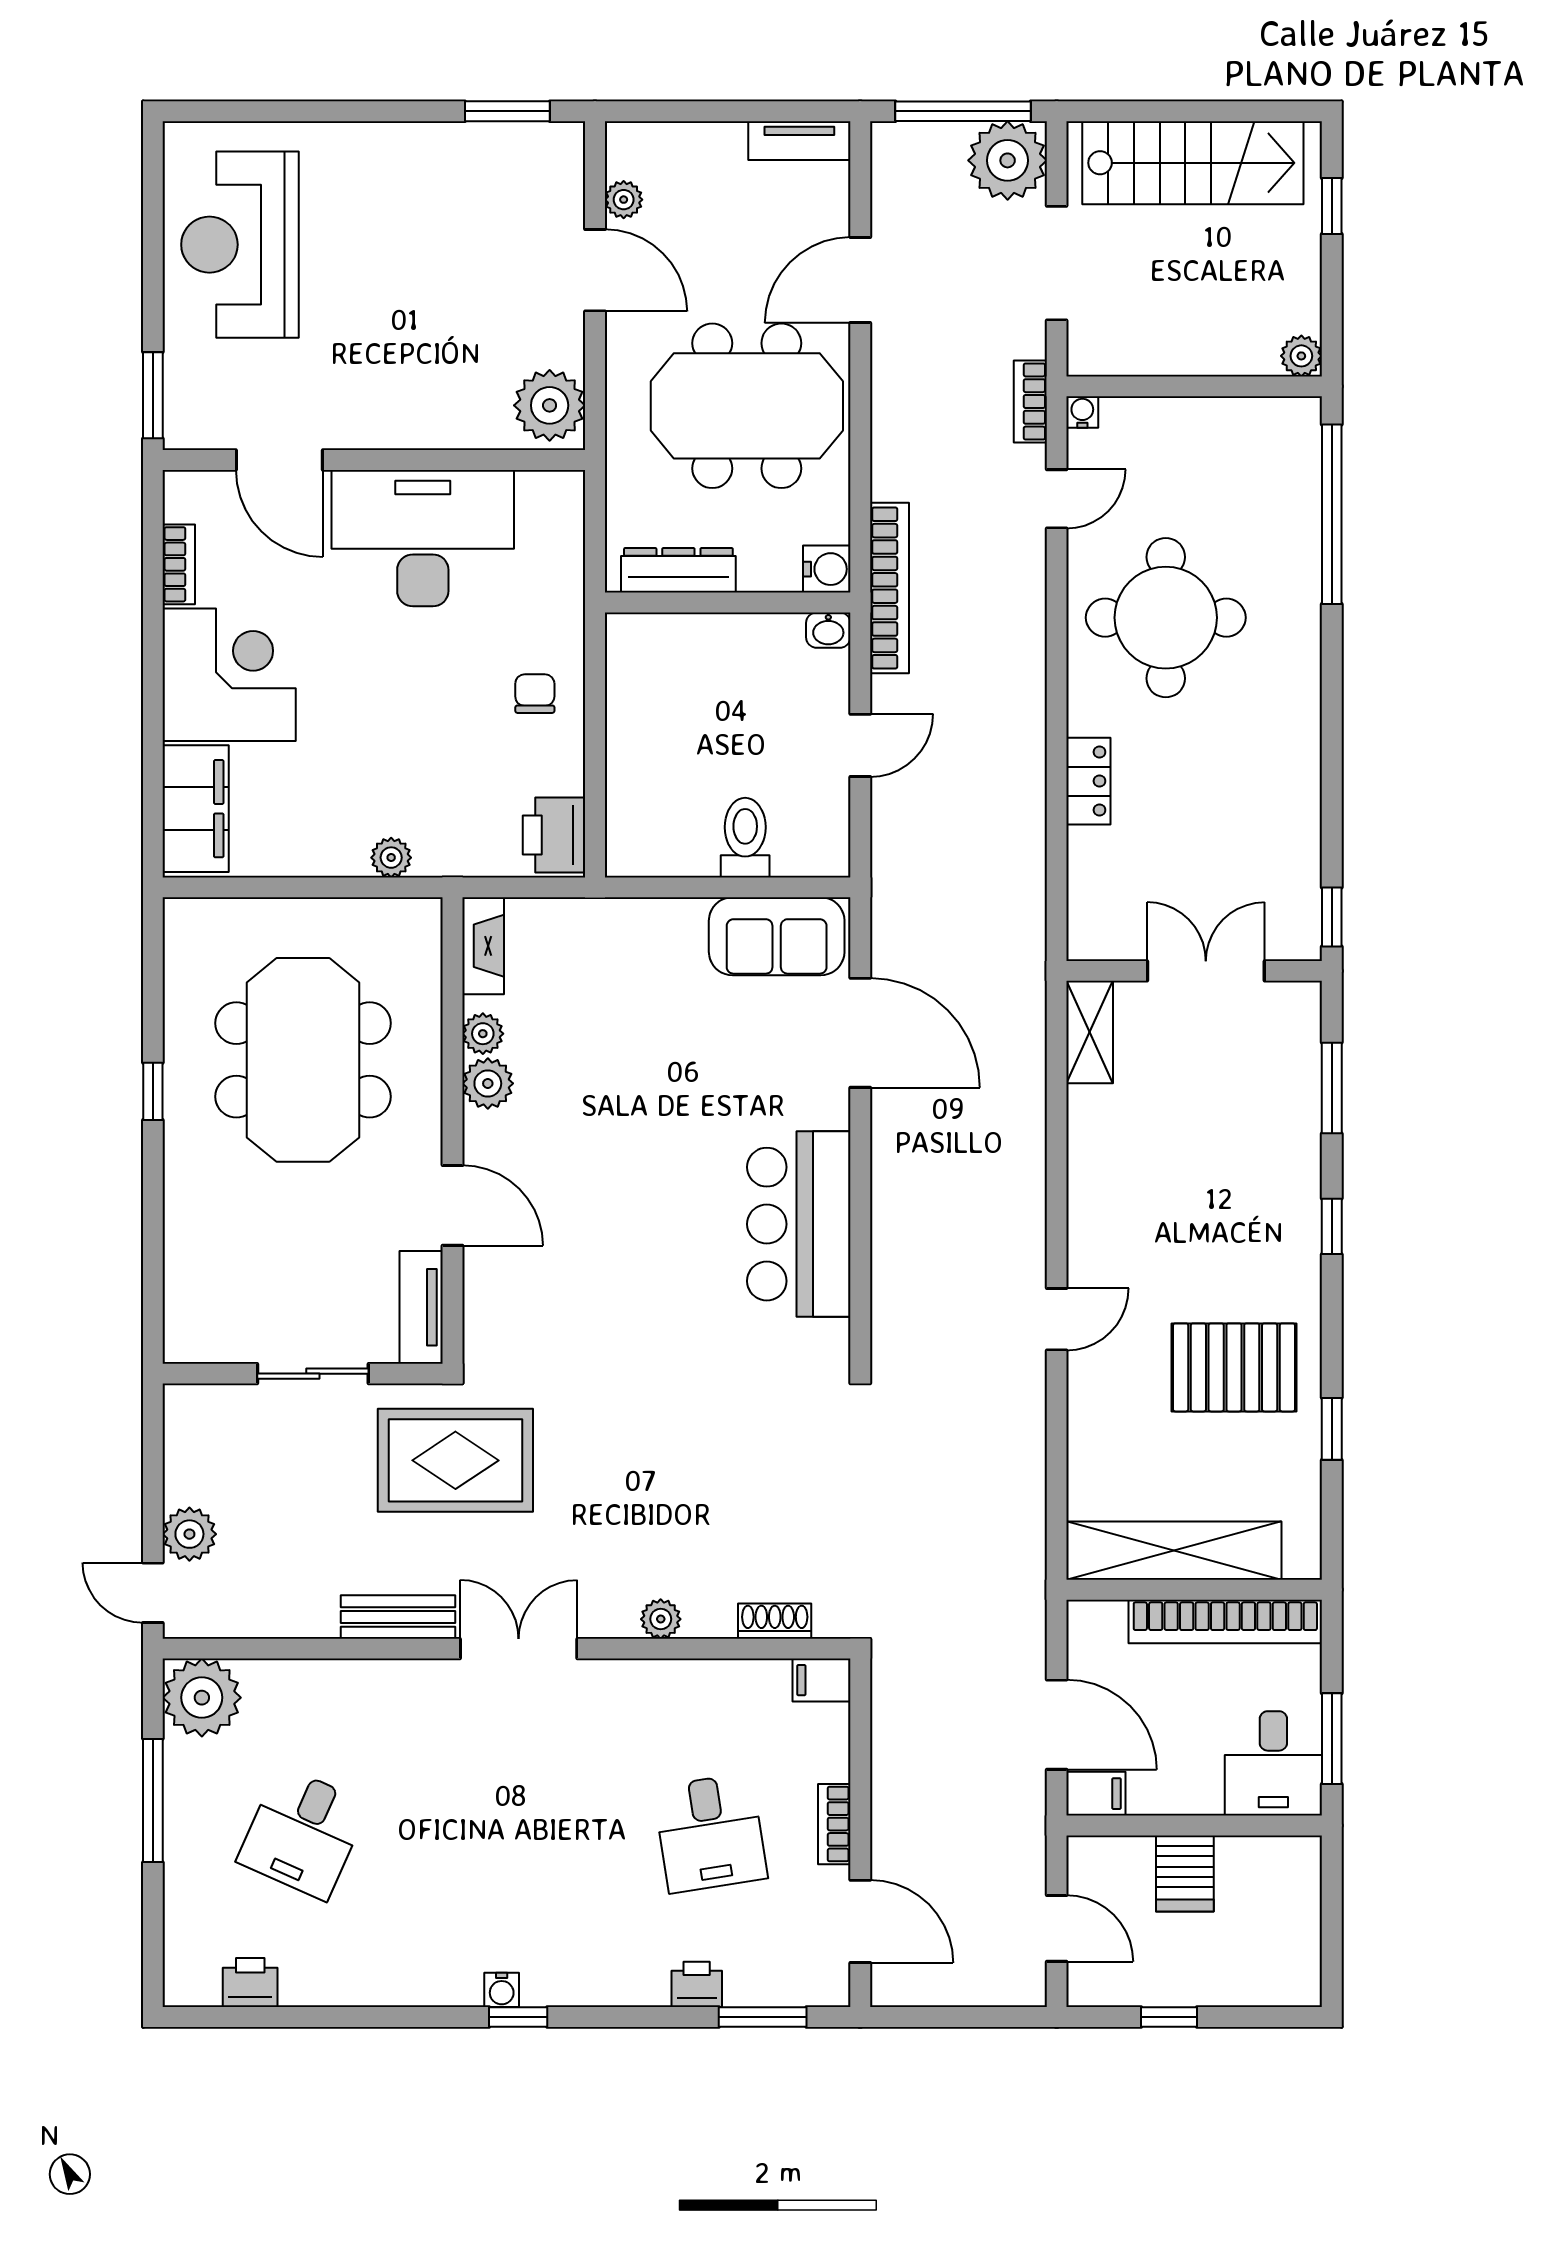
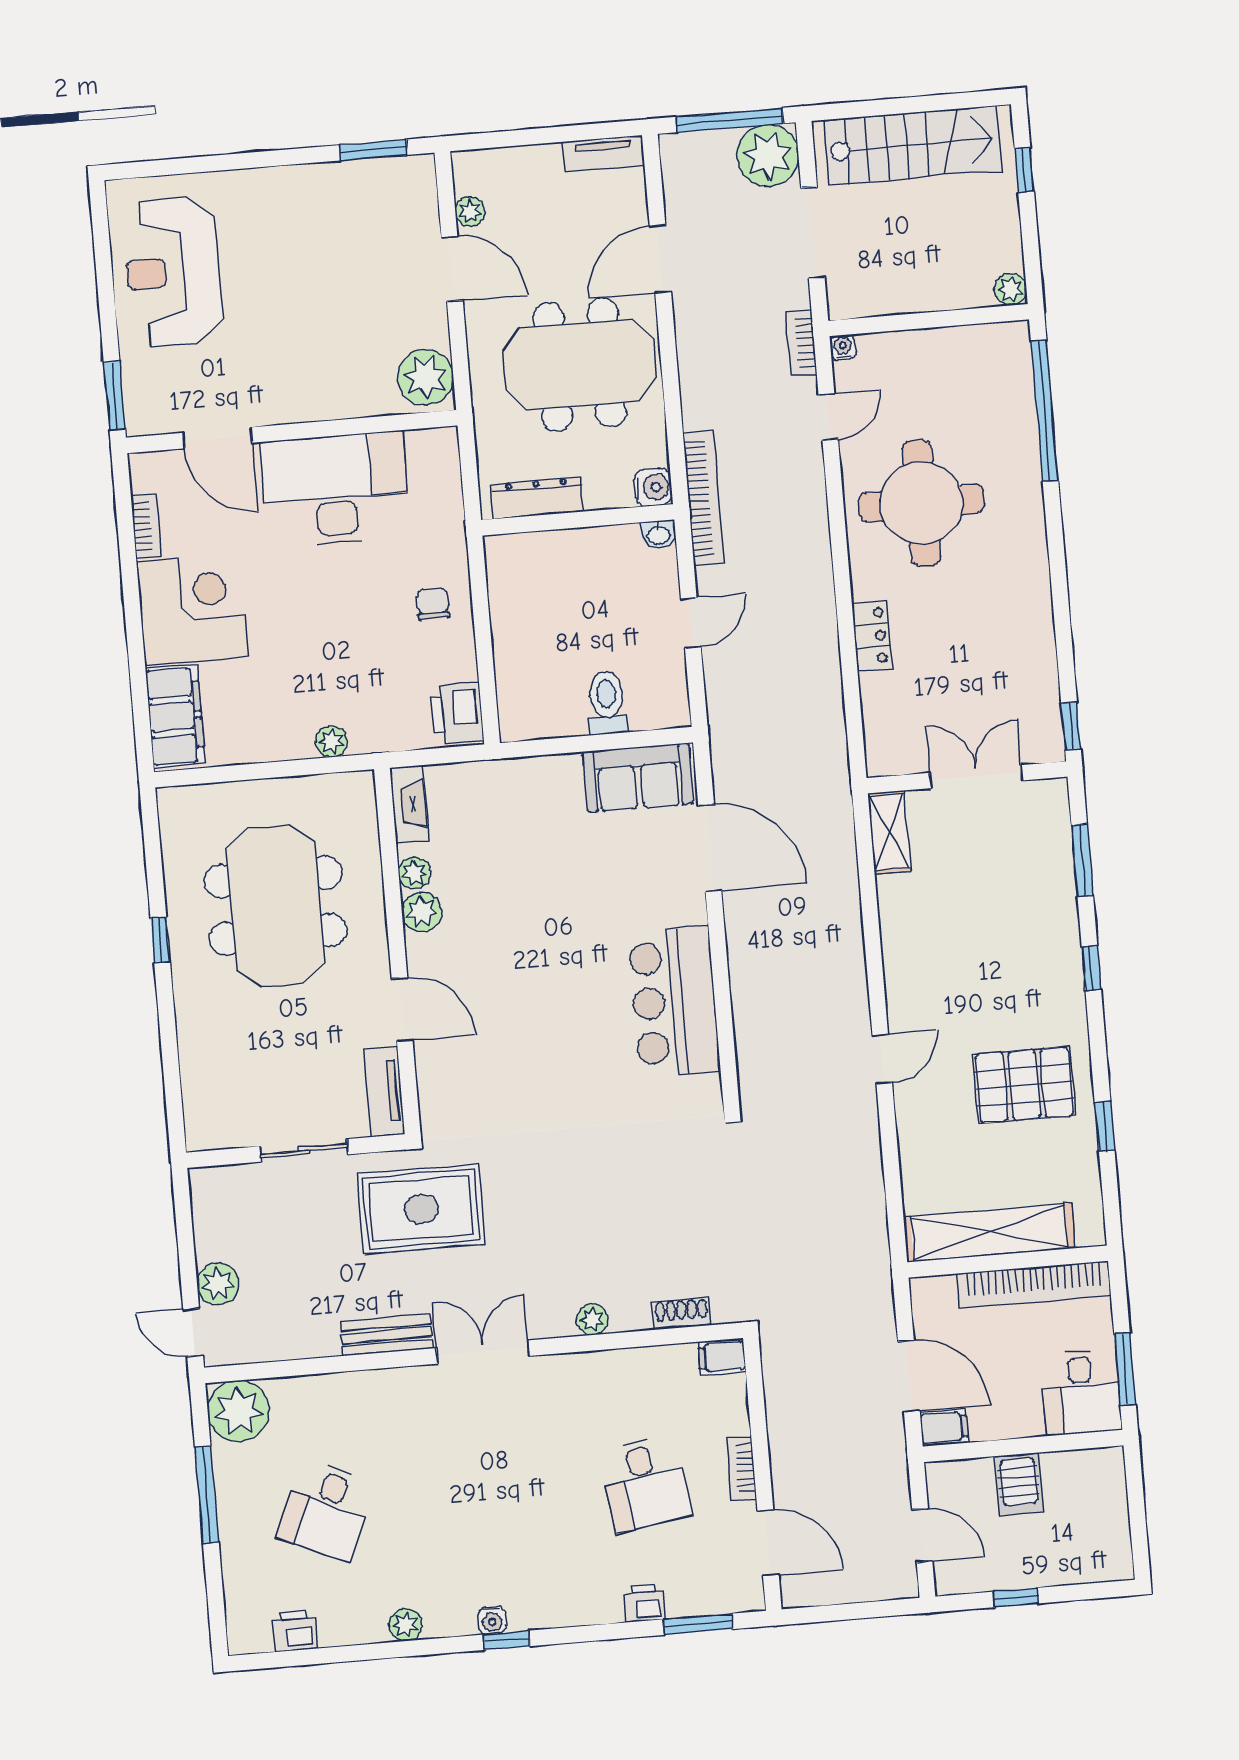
plant: (391, 1987) -> (406, 1625), added

